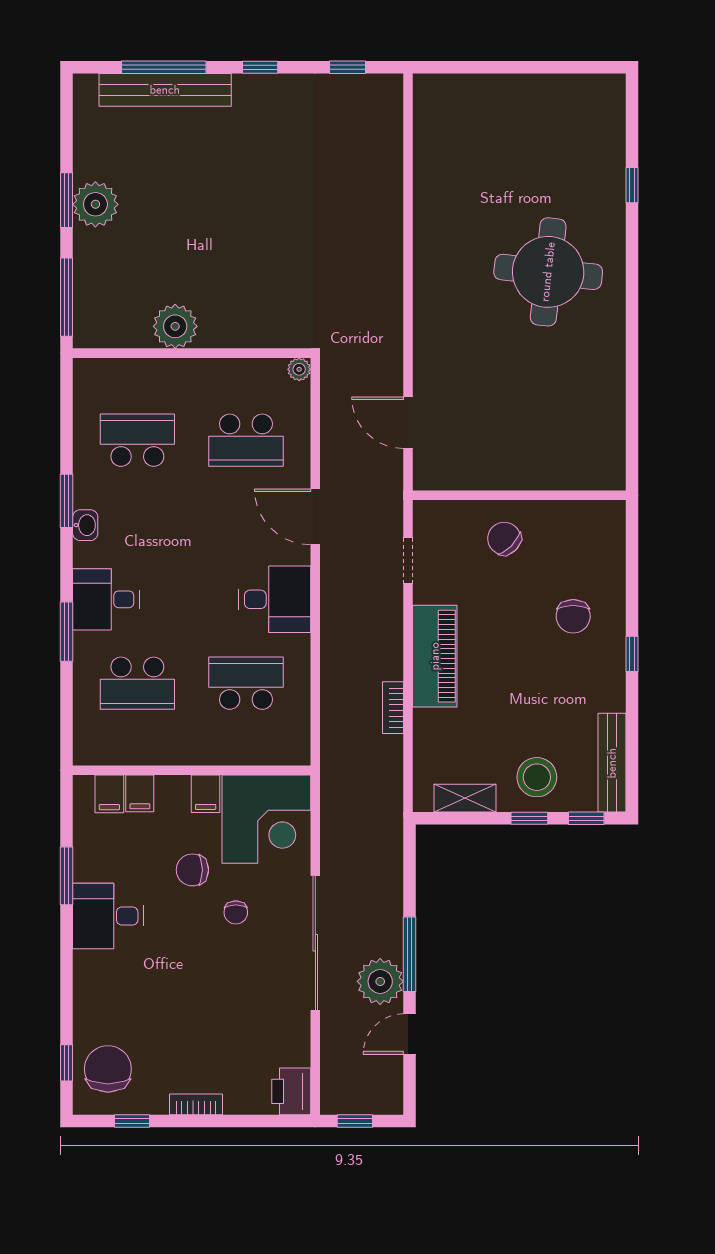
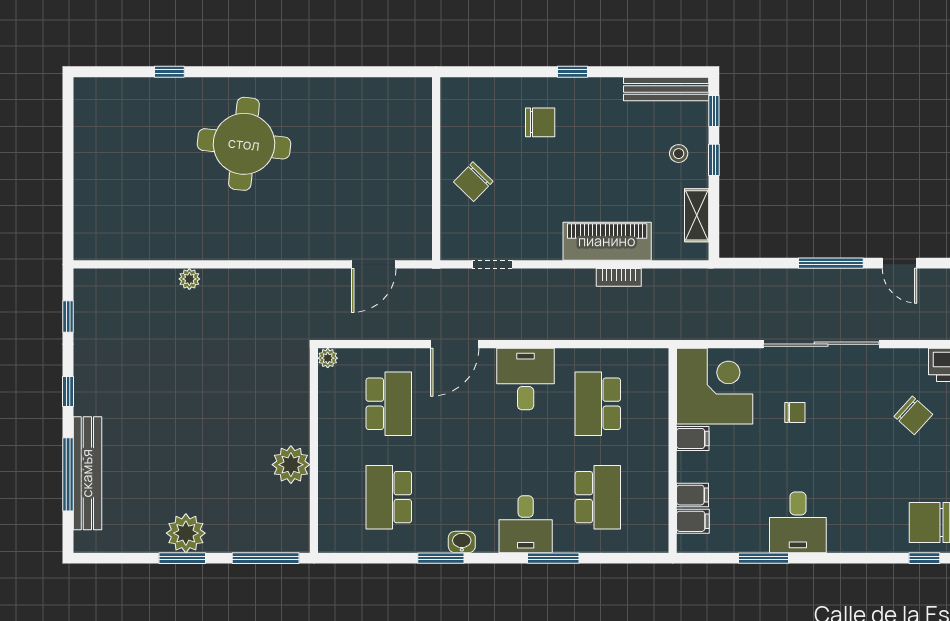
piano: (435, 656) -> (607, 241), moved
stool: (537, 777) -> (679, 154), width x0.53, depth x0.53
chair: (192, 870) -> (913, 415), moved, turned -48
plant: (380, 981) -> (189, 279), moved, width x0.53, depth x0.53

